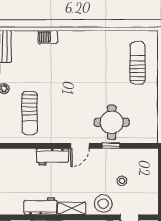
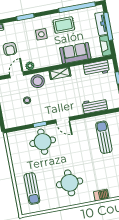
round table: (86, 61) -> (70, 183), added
door: (80, 146) -> (63, 120), swing flipped
workbench: (53, 157) -> (95, 106), moved
workbench: (40, 206) -> (96, 68), moved

